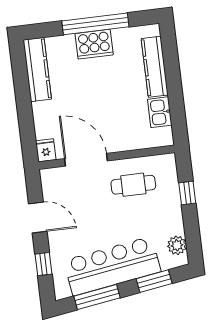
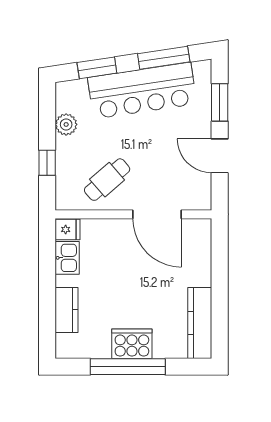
kitchen counter: (155, 67) -> (67, 310), width x0.67
fridge: (46, 150) -> (68, 229), moved, turned -90
cafe table: (133, 185) -> (107, 180), turned -41
plant: (177, 245) -> (66, 124), moved
window: (44, 264) -> (220, 102), width x1.50

